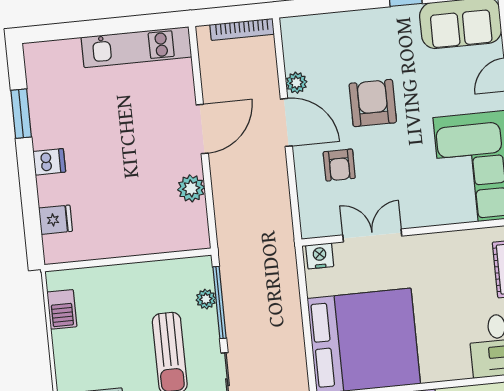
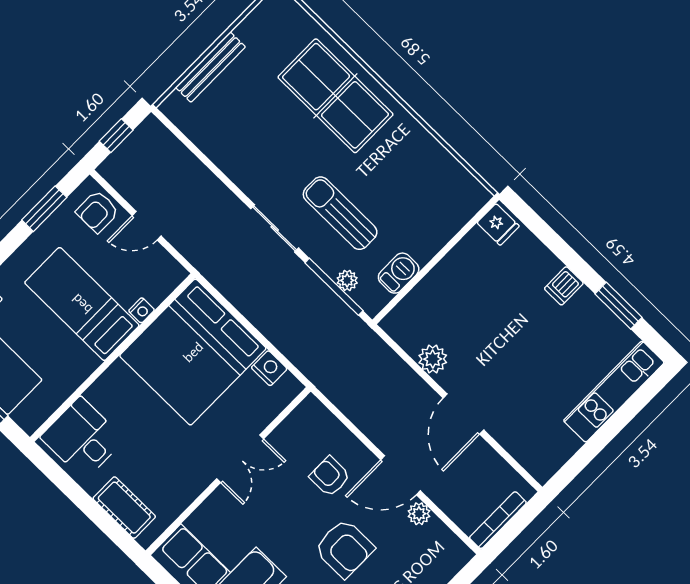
kitchen unit: (136, 47) -> (614, 392), moved
fridge: (56, 220) -> (498, 224), moved, turned -90
double door: (372, 235) -> (240, 459), moved
nightstand: (320, 256) -> (269, 368), moved, turned -90
barbecue: (62, 309) -> (399, 273), moved, turned 90

